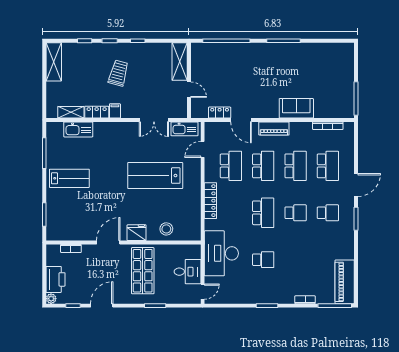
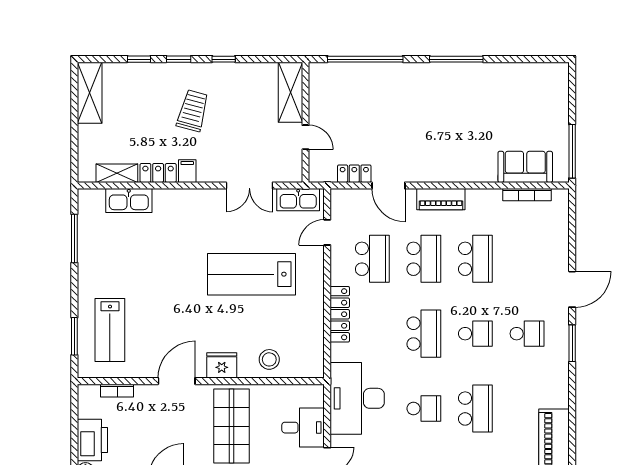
sofa: (296, 108) -> (525, 167), moved
school desk: (328, 166) -> (475, 409), moved
lab bench: (69, 178) -> (110, 330), moved, turned 90

